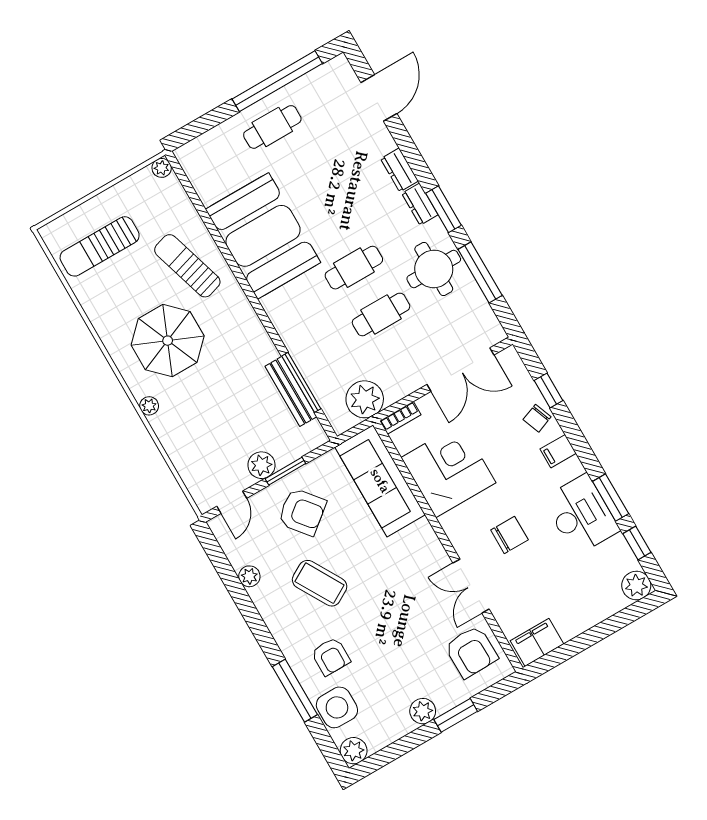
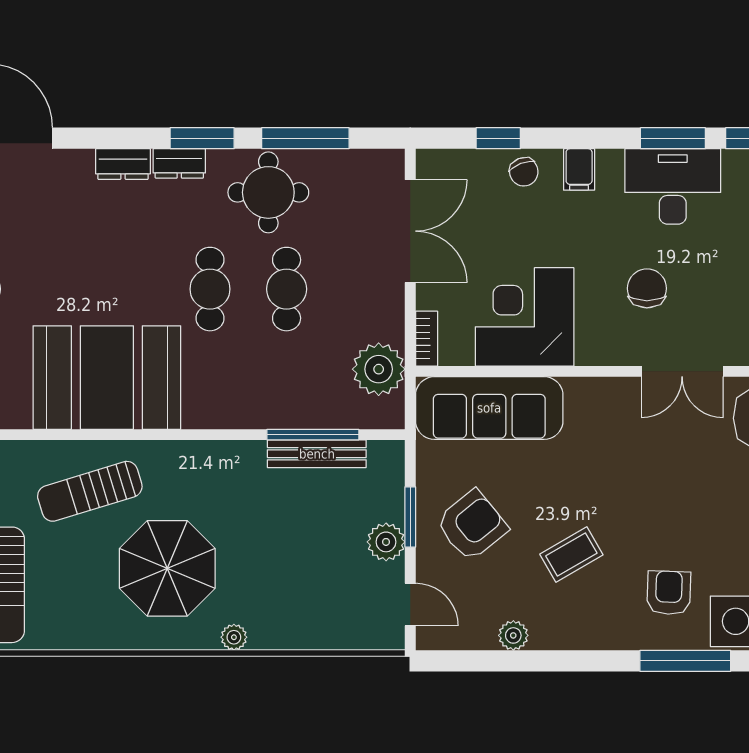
coffee table: (320, 583) -> (571, 555), width x0.73, depth x0.77
armchair: (331, 656) -> (669, 593), turned -88

